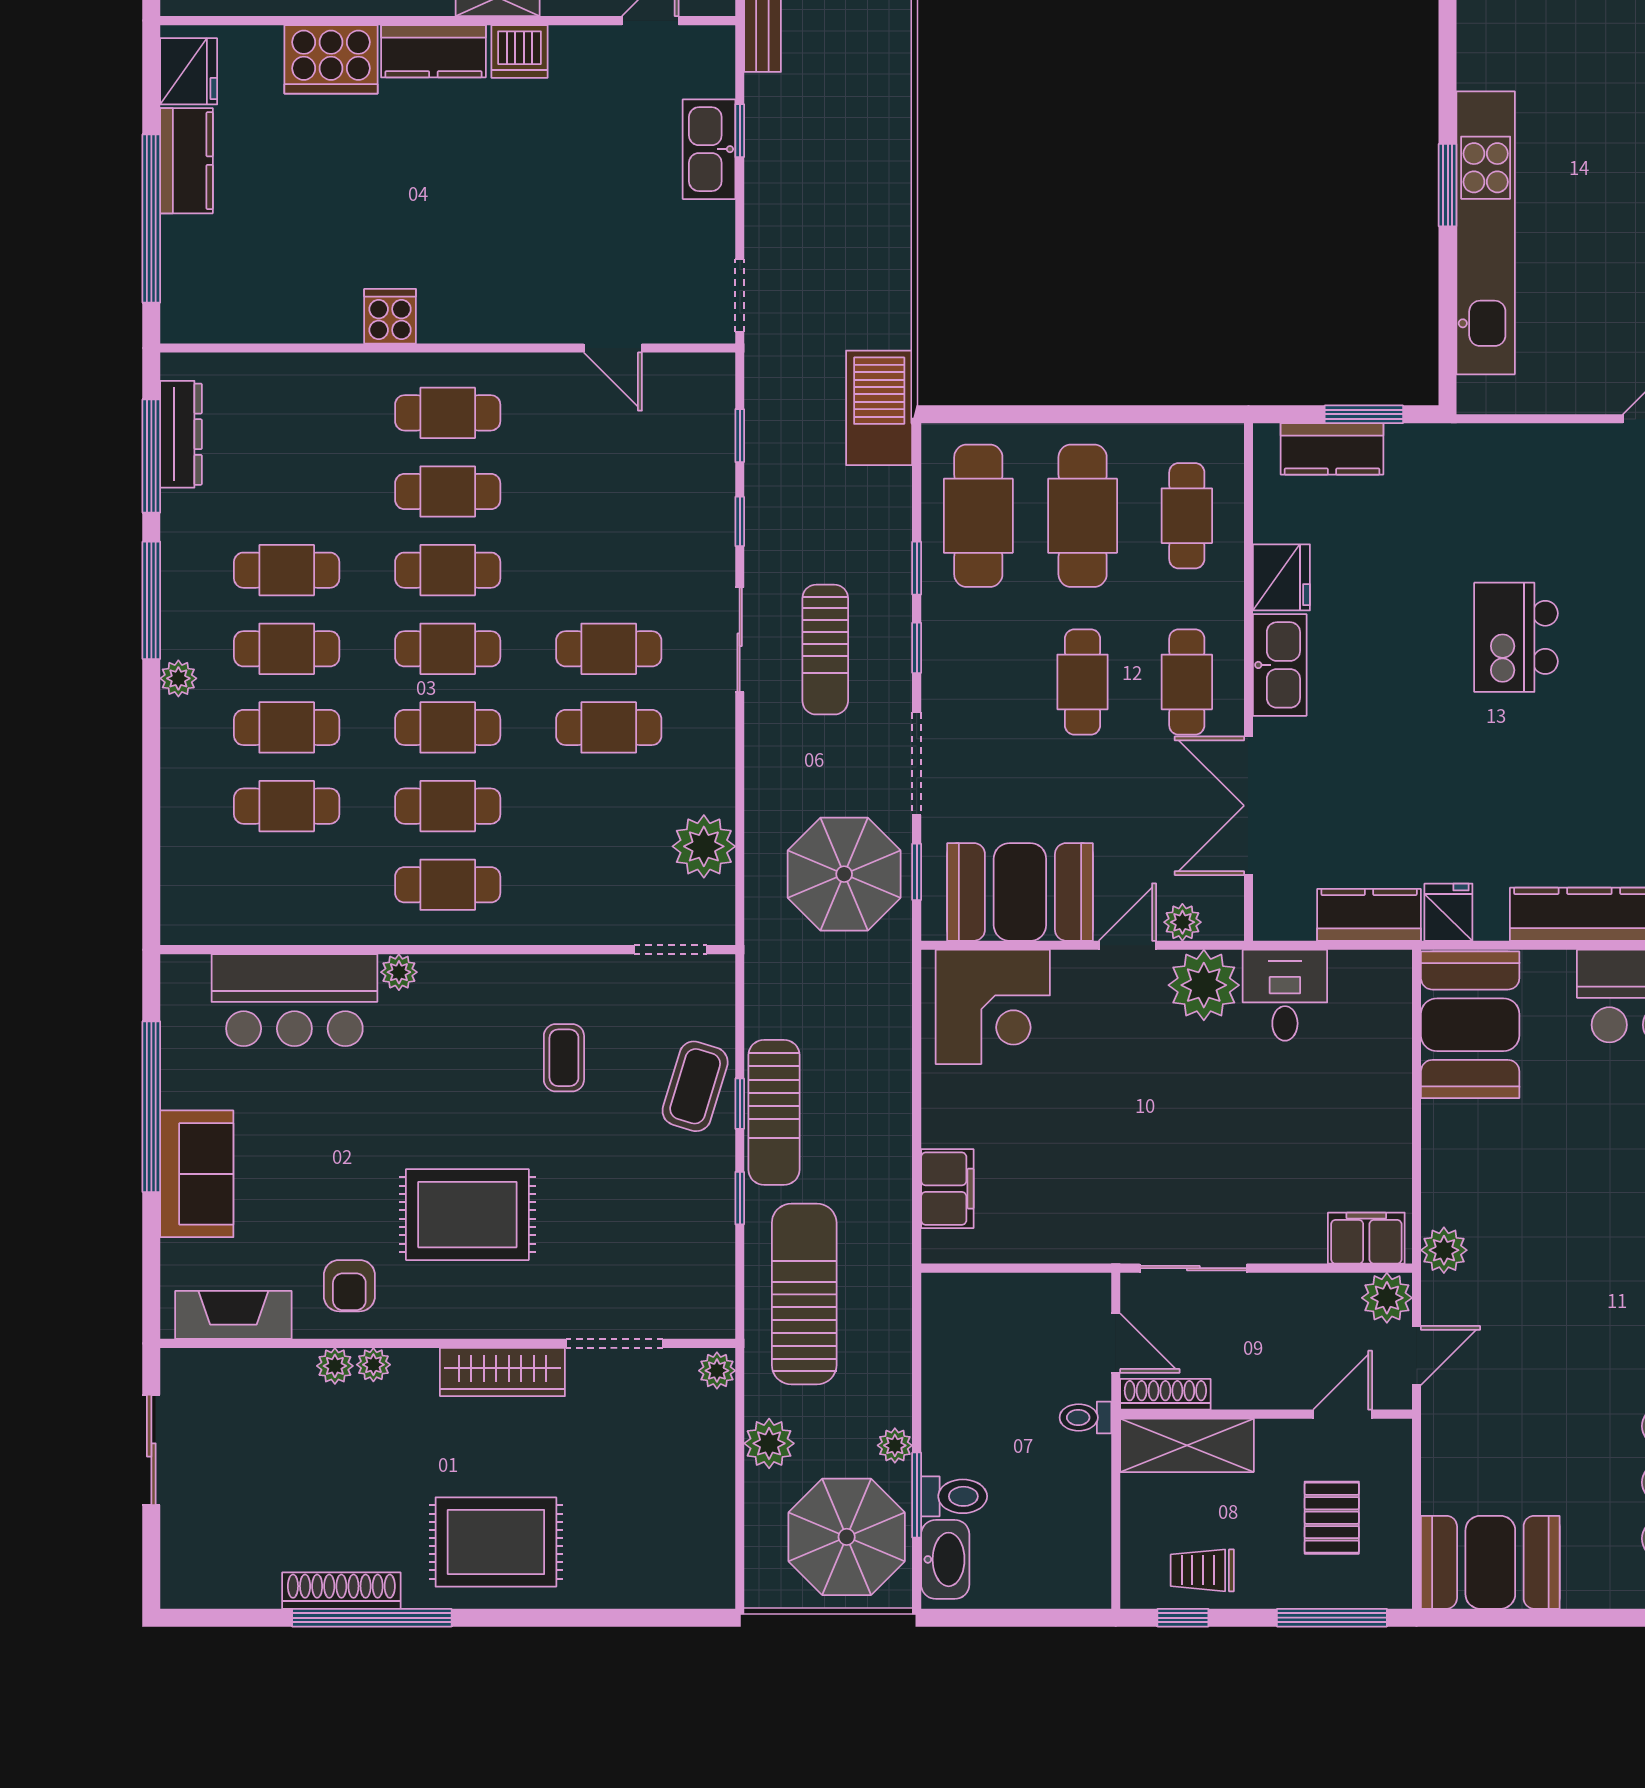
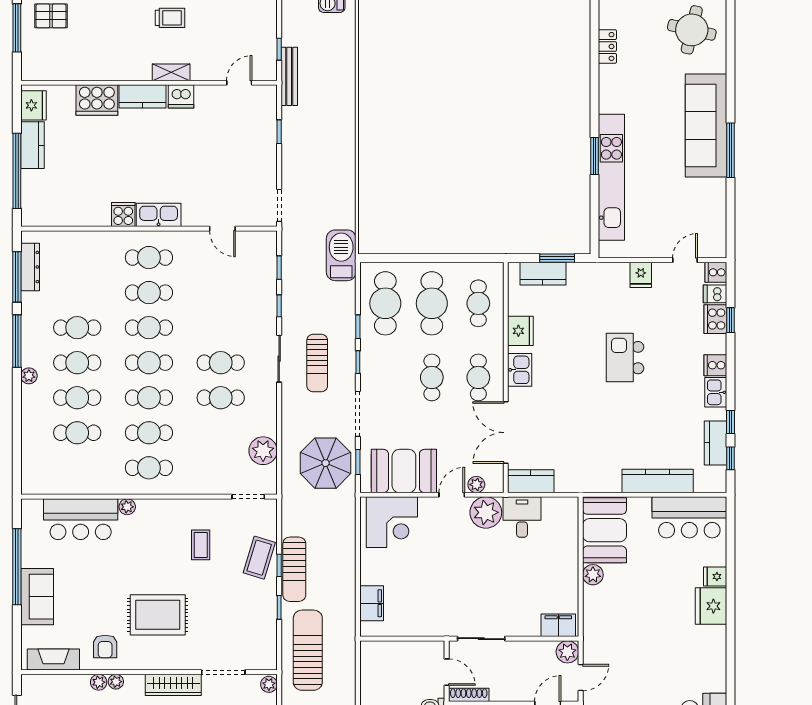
kitchen sink: (709, 149) -> (159, 215), moved, turned 90
kitchen sink: (1280, 665) -> (520, 370), width x0.73
fridge: (1448, 912) -> (641, 275), moved, turned 180
kitchen counter: (1369, 915) -> (531, 481), moved
plant: (1444, 1250) -> (593, 575), moved

